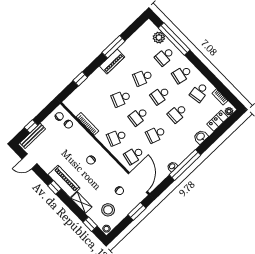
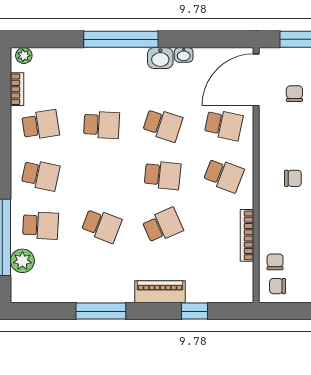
piano: (112, 62) -> (160, 292), moved
school desk: (160, 95) -> (102, 175), removed
school desk: (121, 98) -> (163, 225), turned -45
locker: (218, 121) -> (54, 58), removed
washbasin: (201, 137) -> (160, 58), moved
window: (185, 165) -> (121, 39), moved

